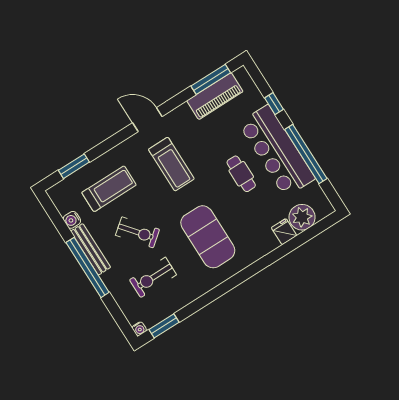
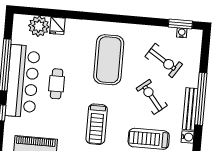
treadmill: (171, 164) -> (97, 124), turned 180
exercise bike: (153, 277) -> (164, 60), turned 33
water cooler: (139, 329) -> (182, 33), moved

